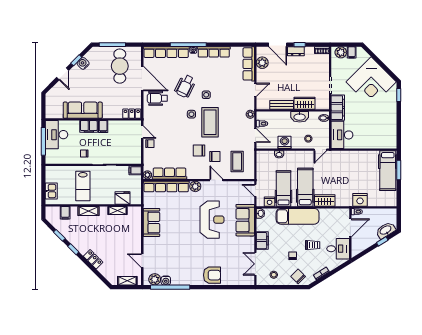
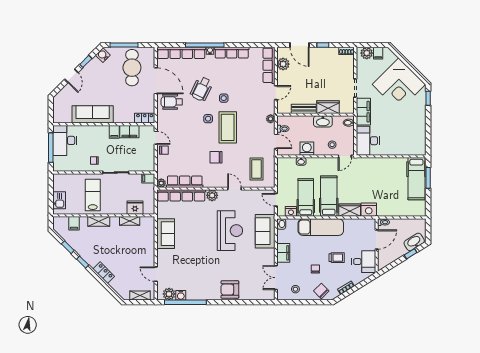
dresser: (296, 51) -> (319, 52), removed
water cooler: (83, 63) -> (103, 55), moved
filing cabinet: (89, 126) -> (129, 132), moved
chair: (215, 156) -> (233, 164), removed
lab bench: (83, 186) -> (93, 195), turned 180
nightstand: (360, 200) -> (369, 210), moved
armchair: (212, 275) -> (230, 290), turned 180

